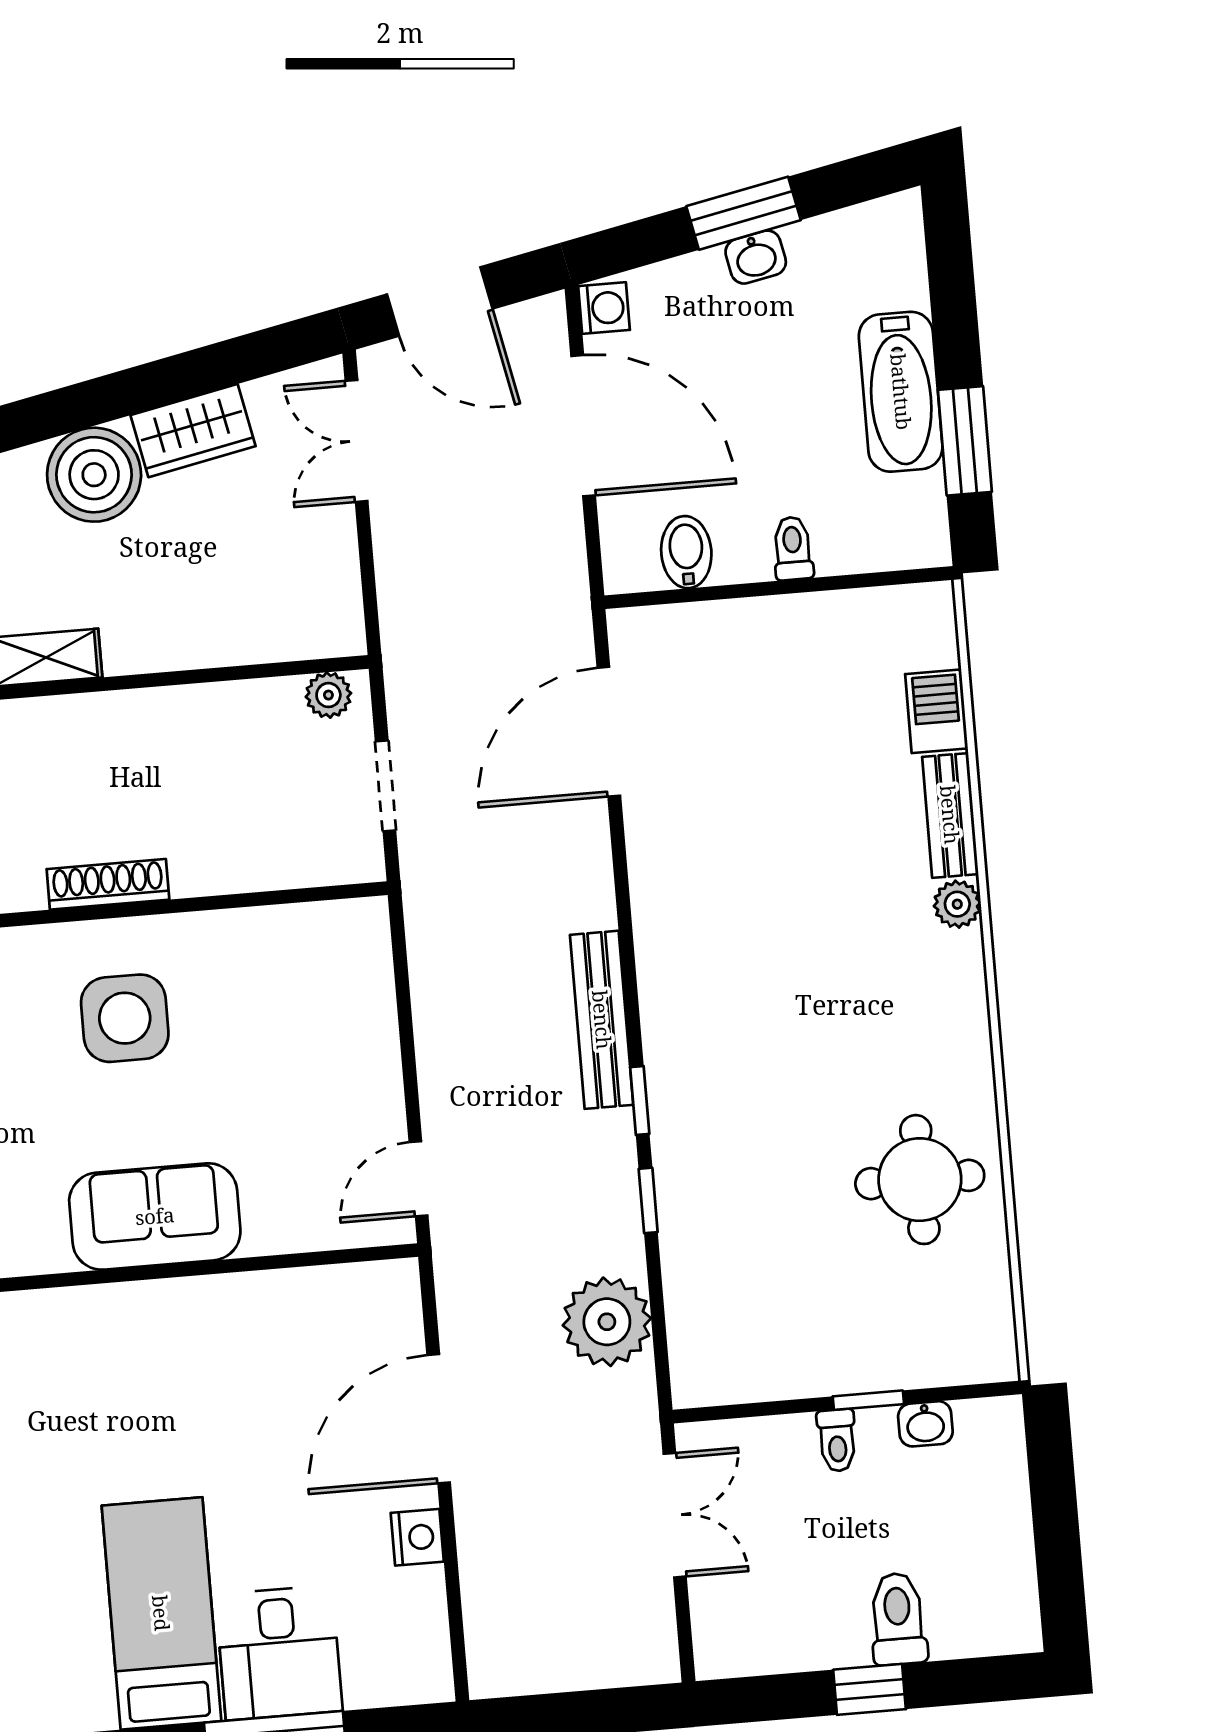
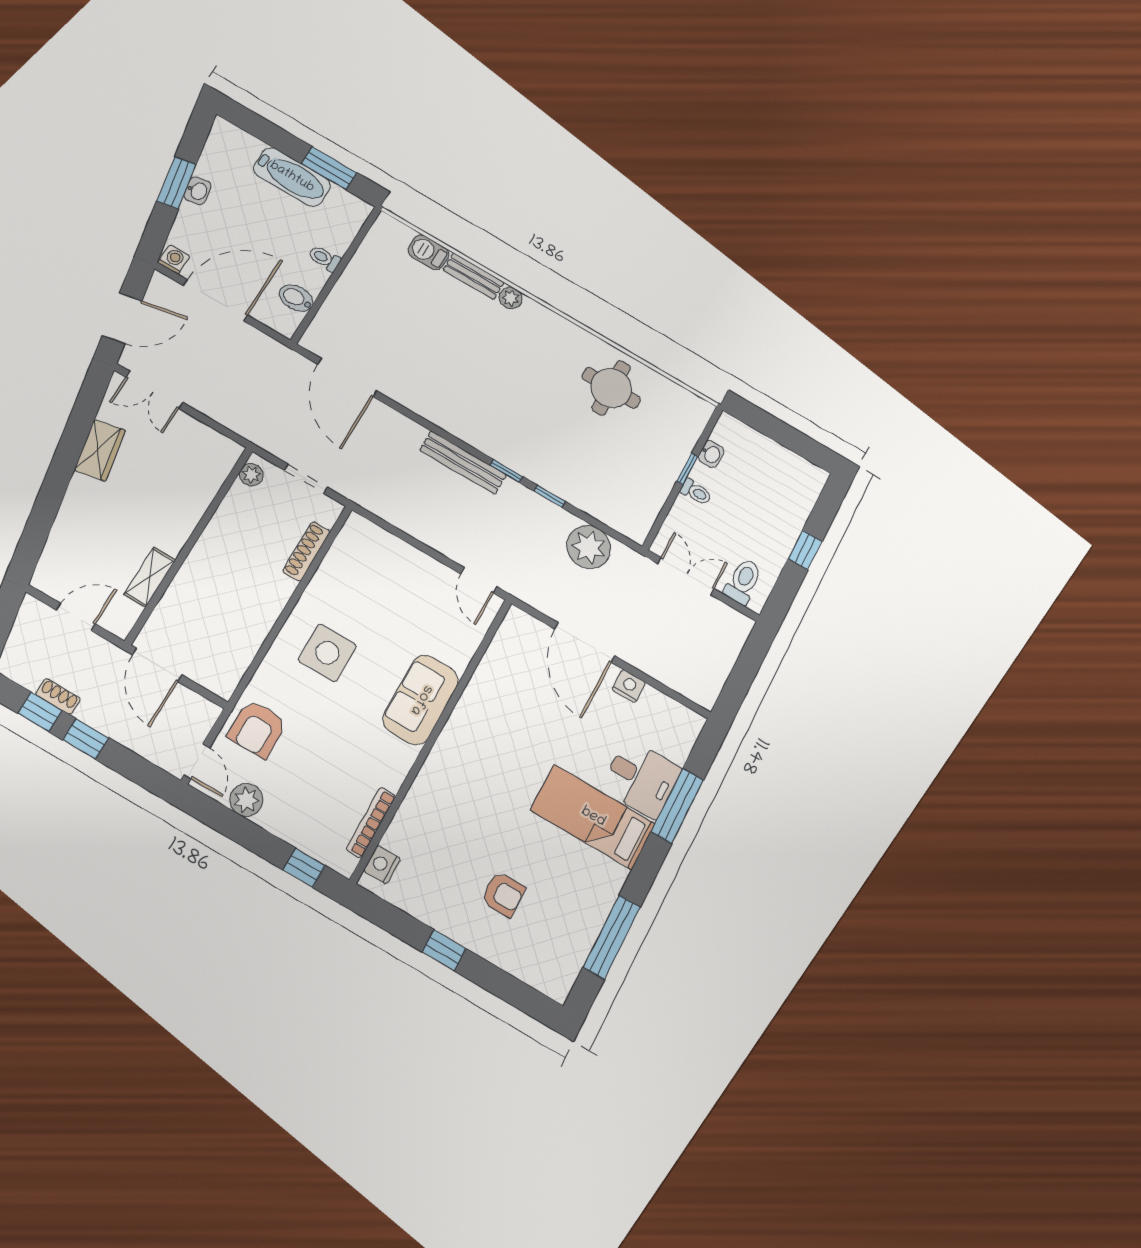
boiler: (94, 475) -> (87, 503), removed
shoe rack: (108, 884) -> (306, 551), moved
toilet: (898, 1619) -> (743, 581), moved, turned 90

